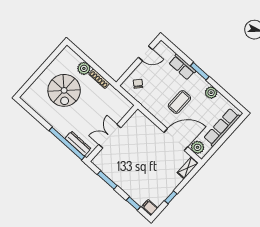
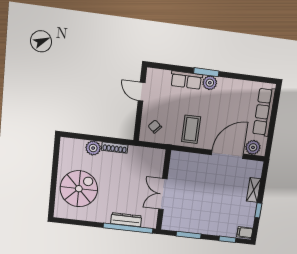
door: (146, 53) -> (142, 92), swing flipped
spiral stairs: (64, 90) -> (79, 189), moved, turned -90
plant: (211, 93) -> (210, 83), moved
coffee table: (179, 102) -> (191, 129), moved
dresser: (78, 144) -> (126, 220), moved
shelving: (188, 168) -> (254, 190), moved

